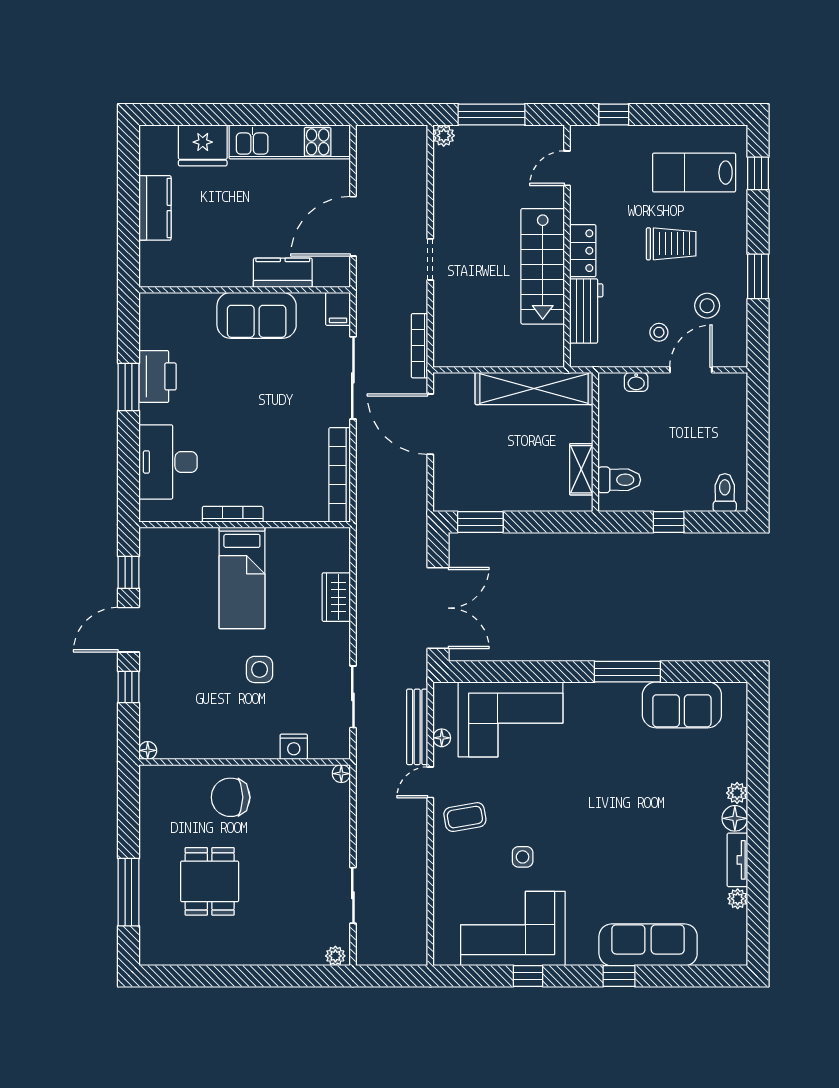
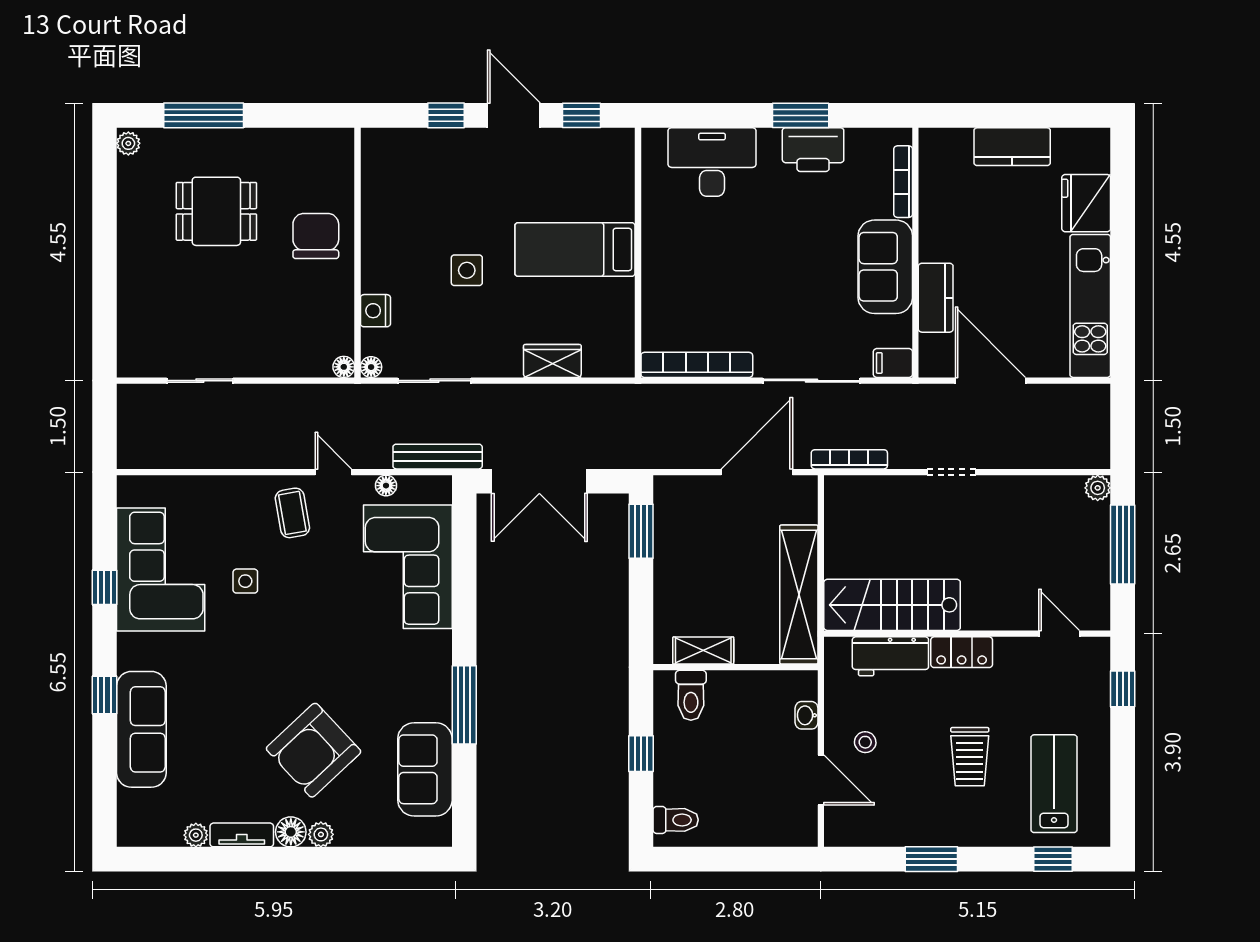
stairs: (543, 266) -> (892, 605), moved
stool: (707, 306) -> (897, 799), removed
bookcase: (233, 514) -> (903, 182), moved, turned 180
bench: (417, 727) -> (438, 457), moved
floor lamp: (148, 750) -> (371, 367), moved
armchair: (666, 799) -> (314, 750), added
plant: (335, 956) -> (128, 143), moved

